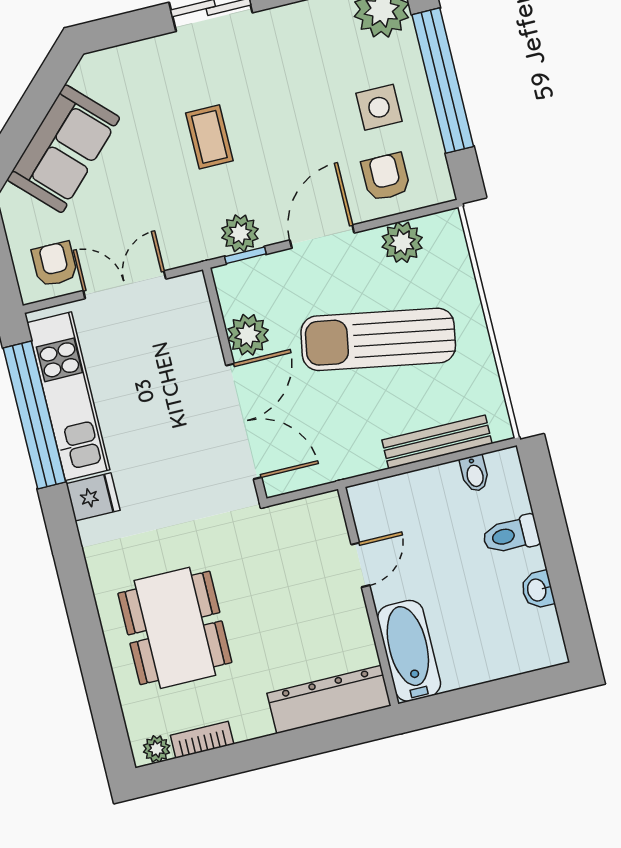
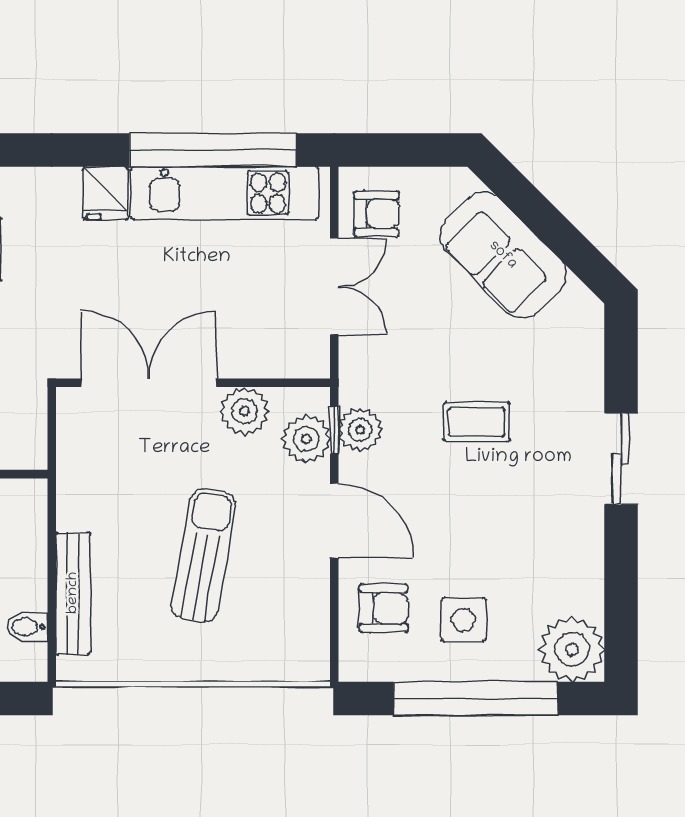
plant: (402, 242) -> (306, 439), moved
sun lounger: (378, 339) -> (204, 555), width x0.73, depth x0.75
double door: (244, 421) -> (149, 383), swing flipped

